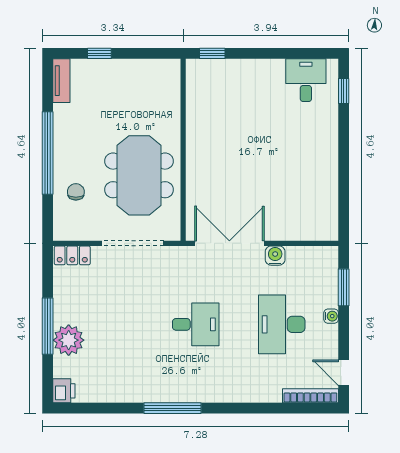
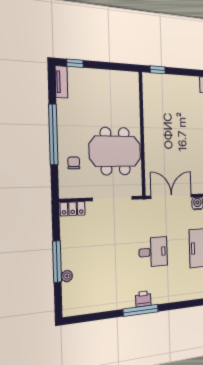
window: (99, 53) -> (75, 63), moved
meeting table: (139, 175) -> (115, 151), turned 90
plant: (69, 340) -> (67, 276), width x0.53, depth x0.53
printer: (64, 391) -> (143, 299), moved, turned -90

